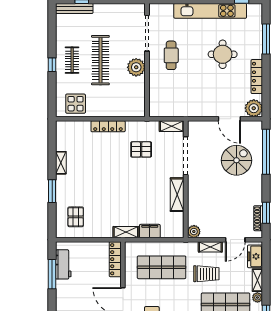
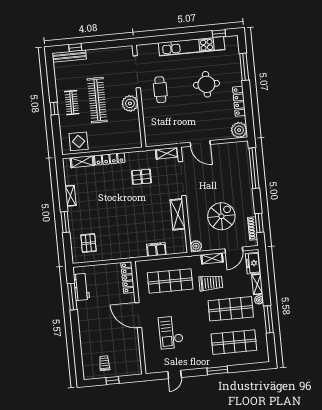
door: (229, 119) -> (200, 143), moved
spiral stairs: (236, 160) -> (221, 216), moved
shelving: (126, 232) -> (82, 162), moved

